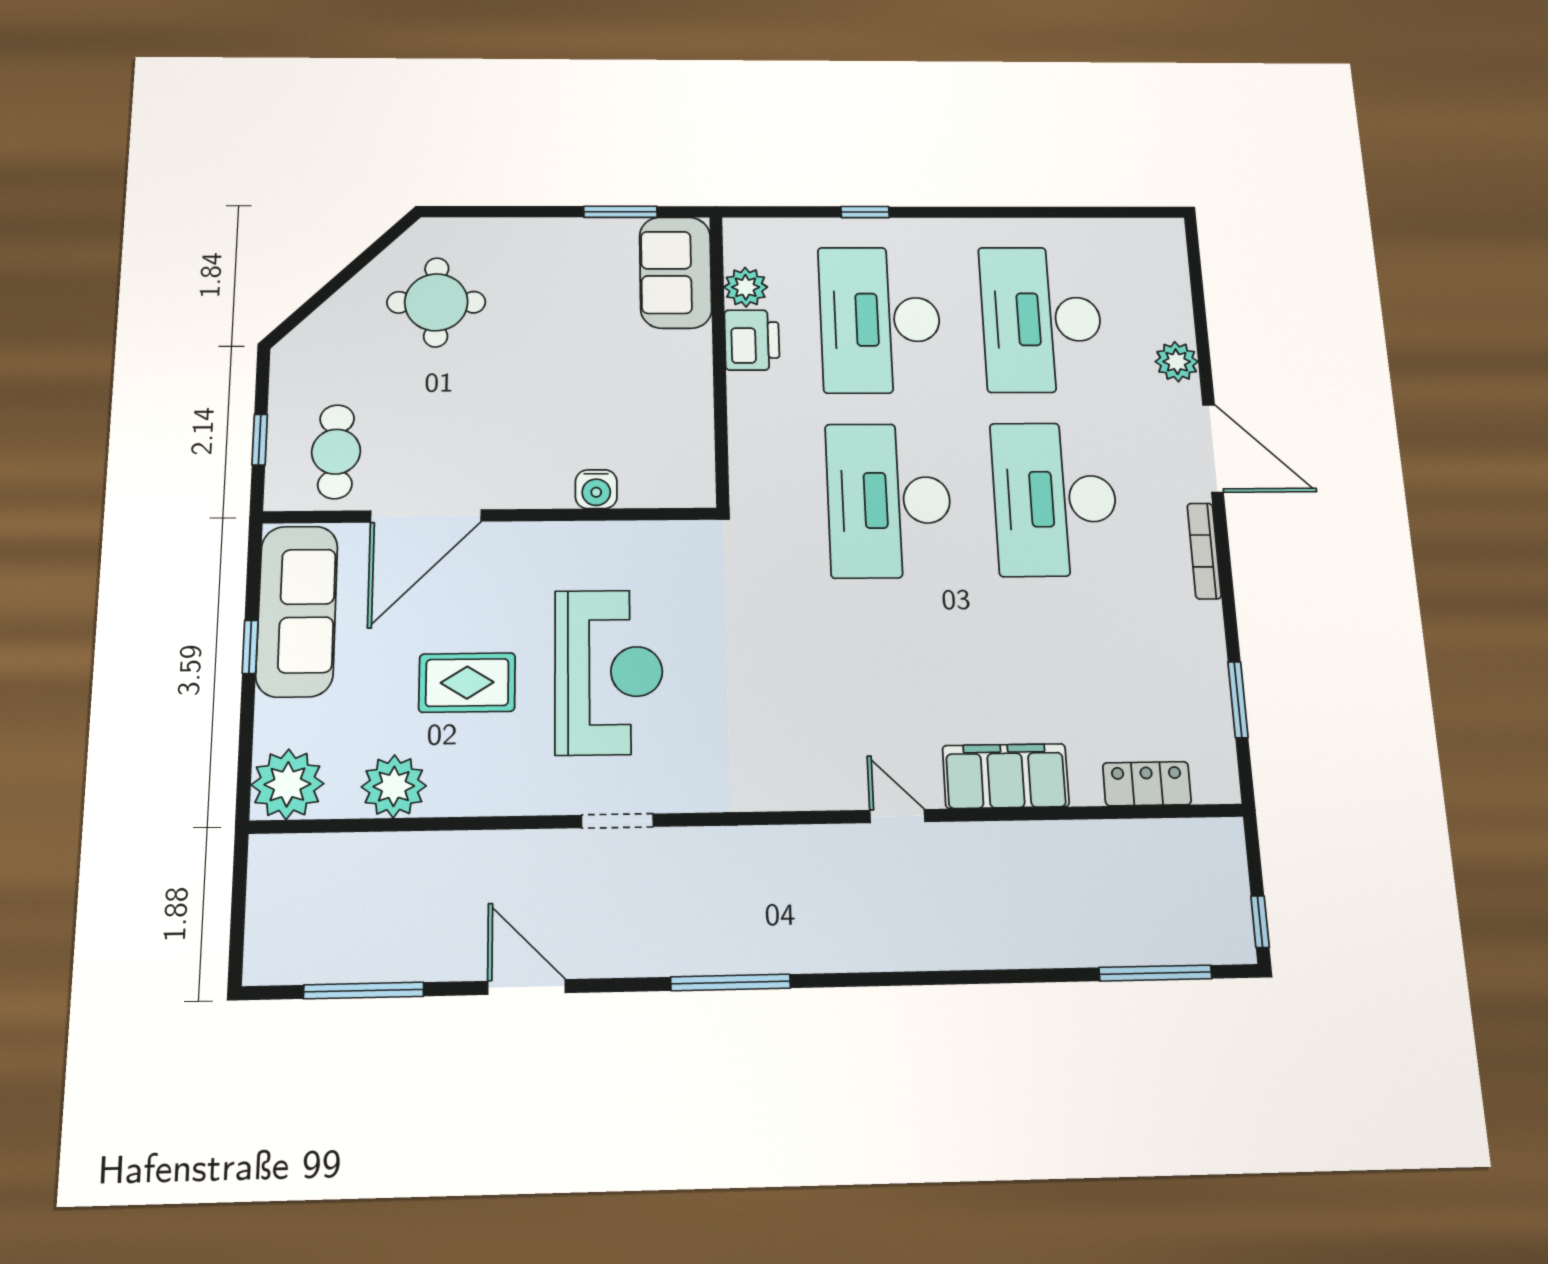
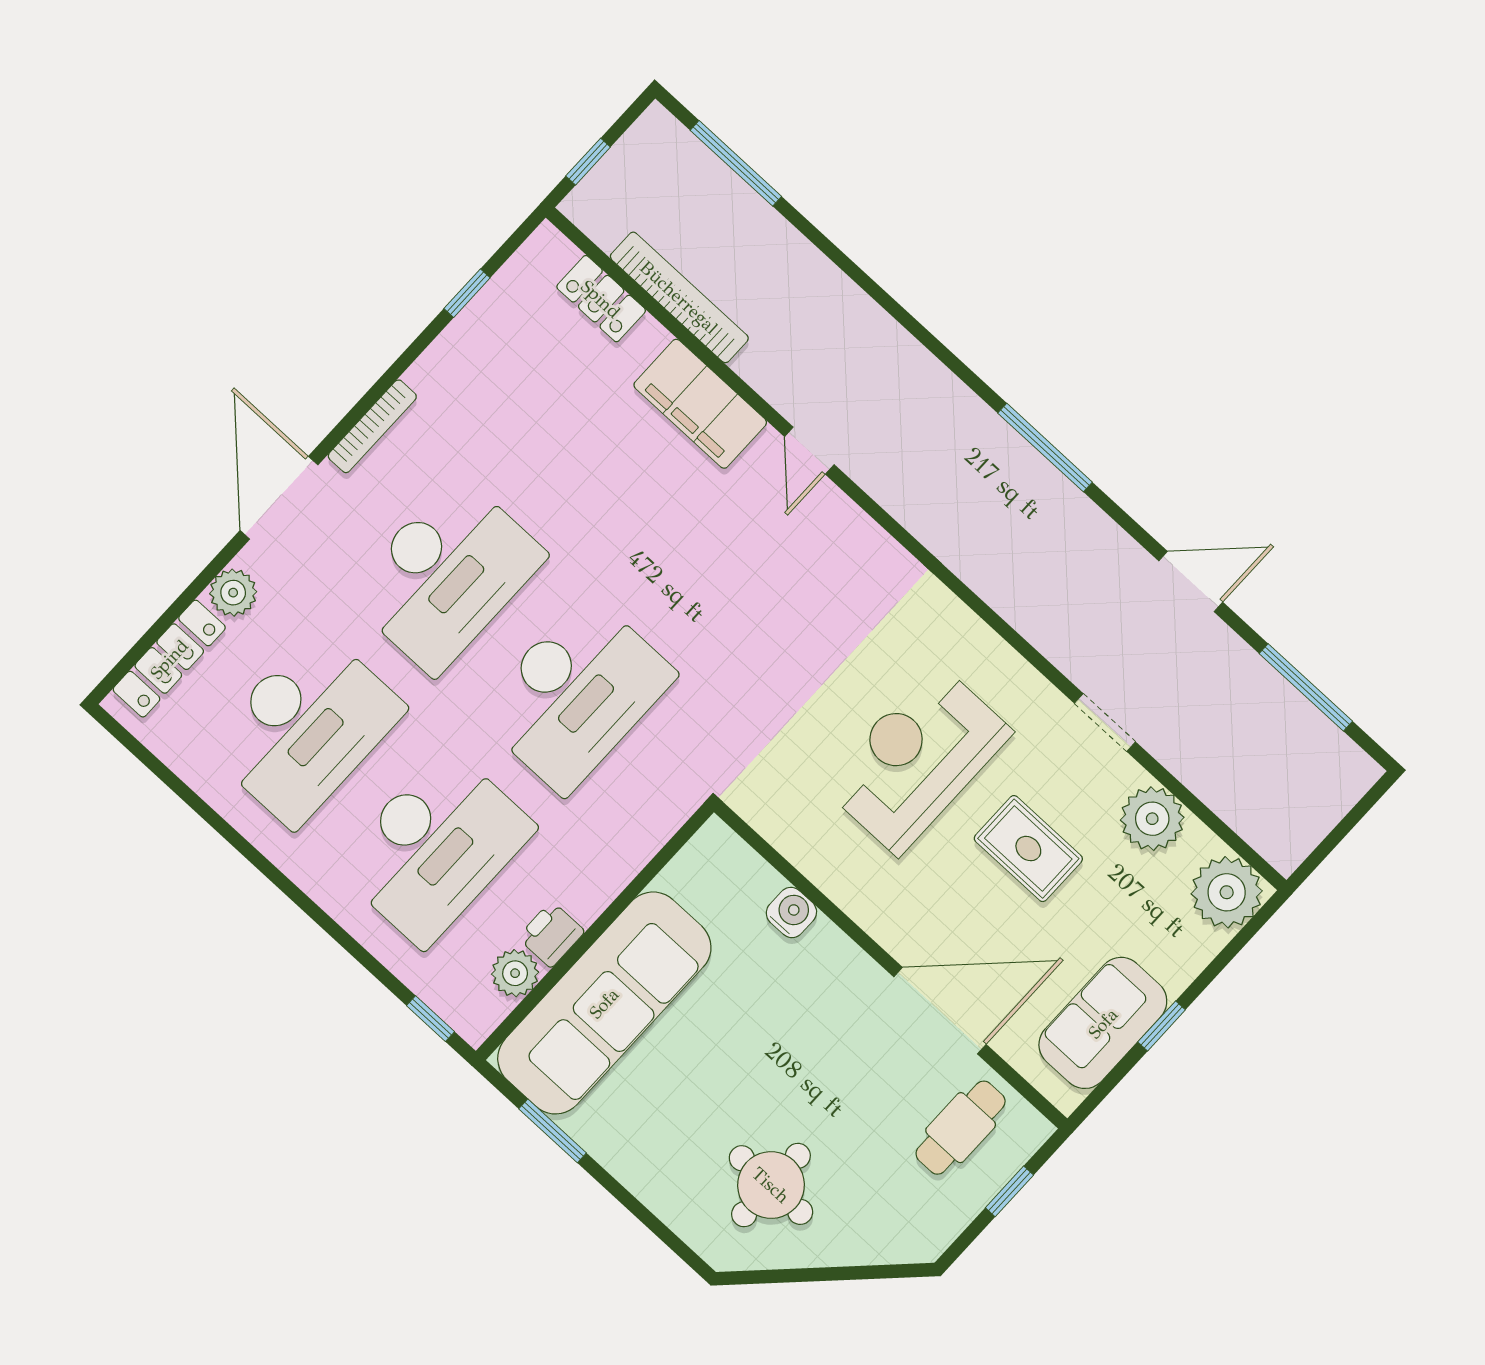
window: (865, 212) -> (430, 1019), moved
sofa: (676, 272) -> (604, 1003), width x1.85, depth x1.27
locker: (1171, 285) -> (169, 659), added
printer: (752, 340) -> (551, 934), width x0.73, depth x0.81
sofa: (297, 611) -> (1103, 1023), width x0.73
window: (1238, 700) -> (467, 293), width x0.67
doorway: (617, 821) -> (1105, 723), moved
bookcase: (1096, 837) -> (679, 297), added
window: (1260, 922) -> (588, 162), moved
door: (527, 987) -> (1191, 582), swing flipped

